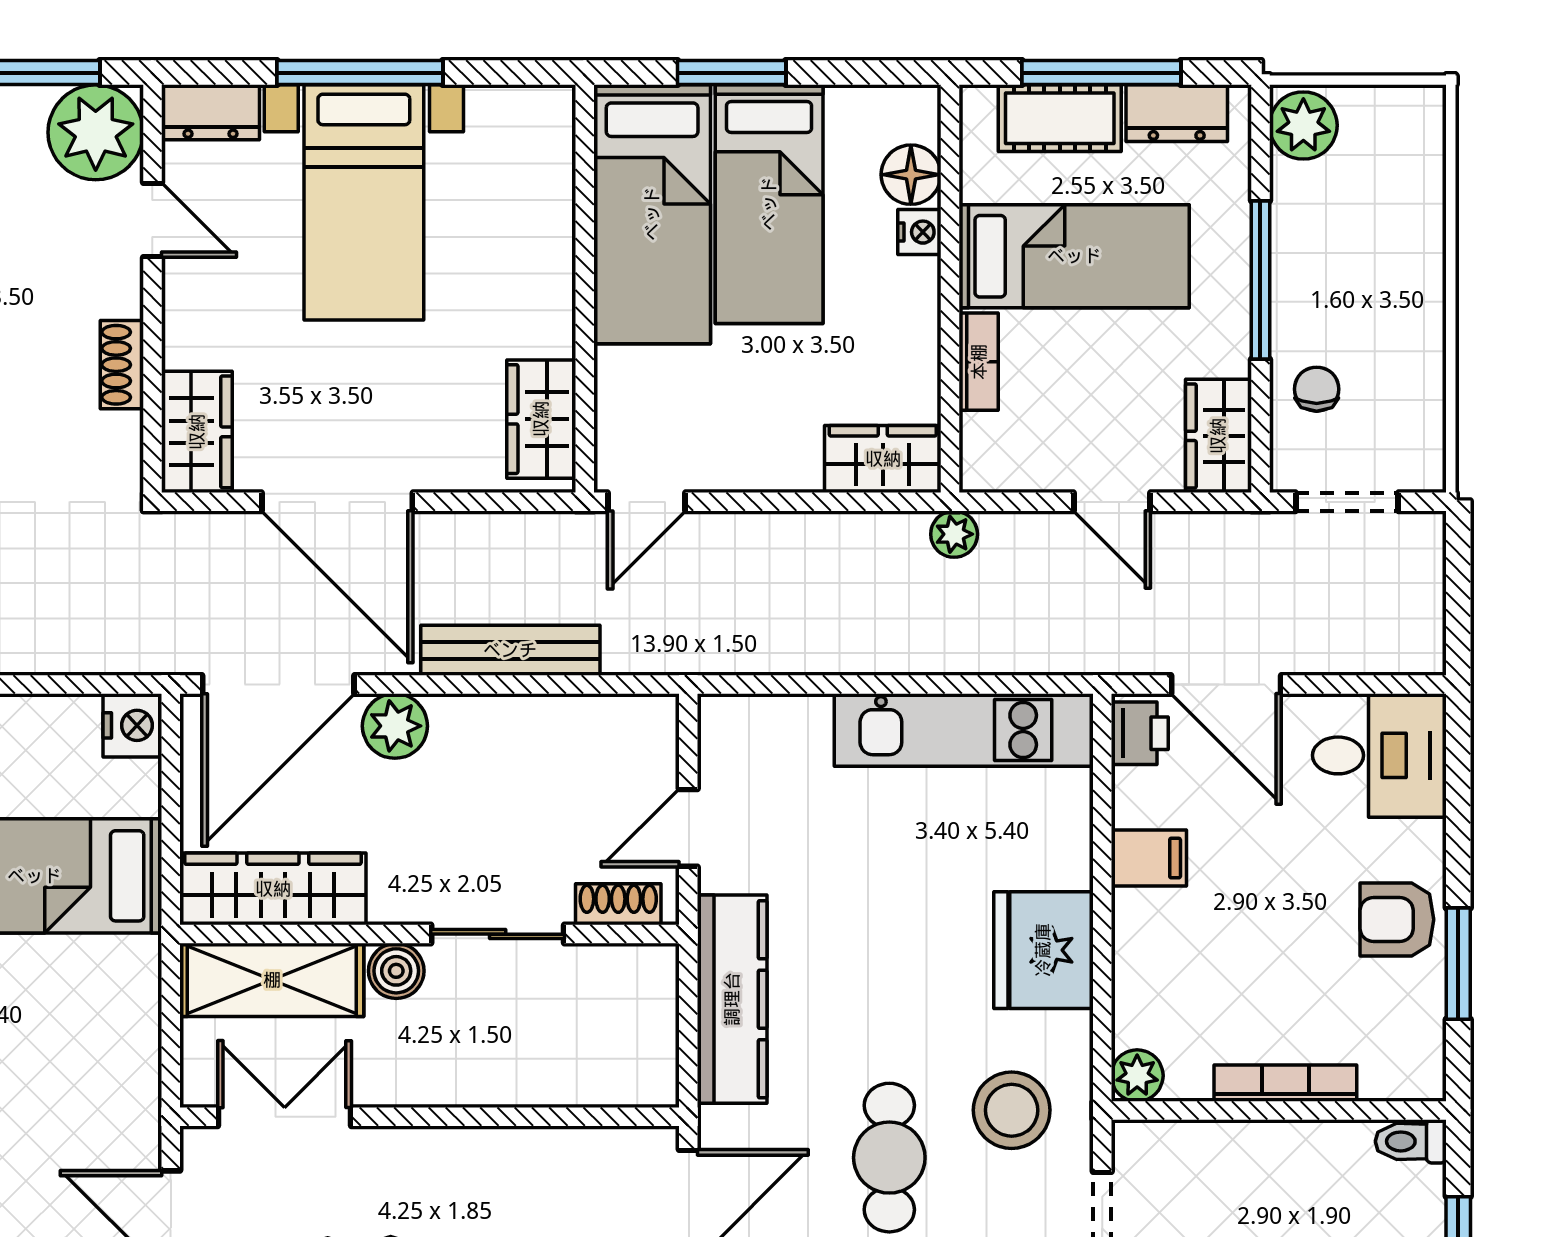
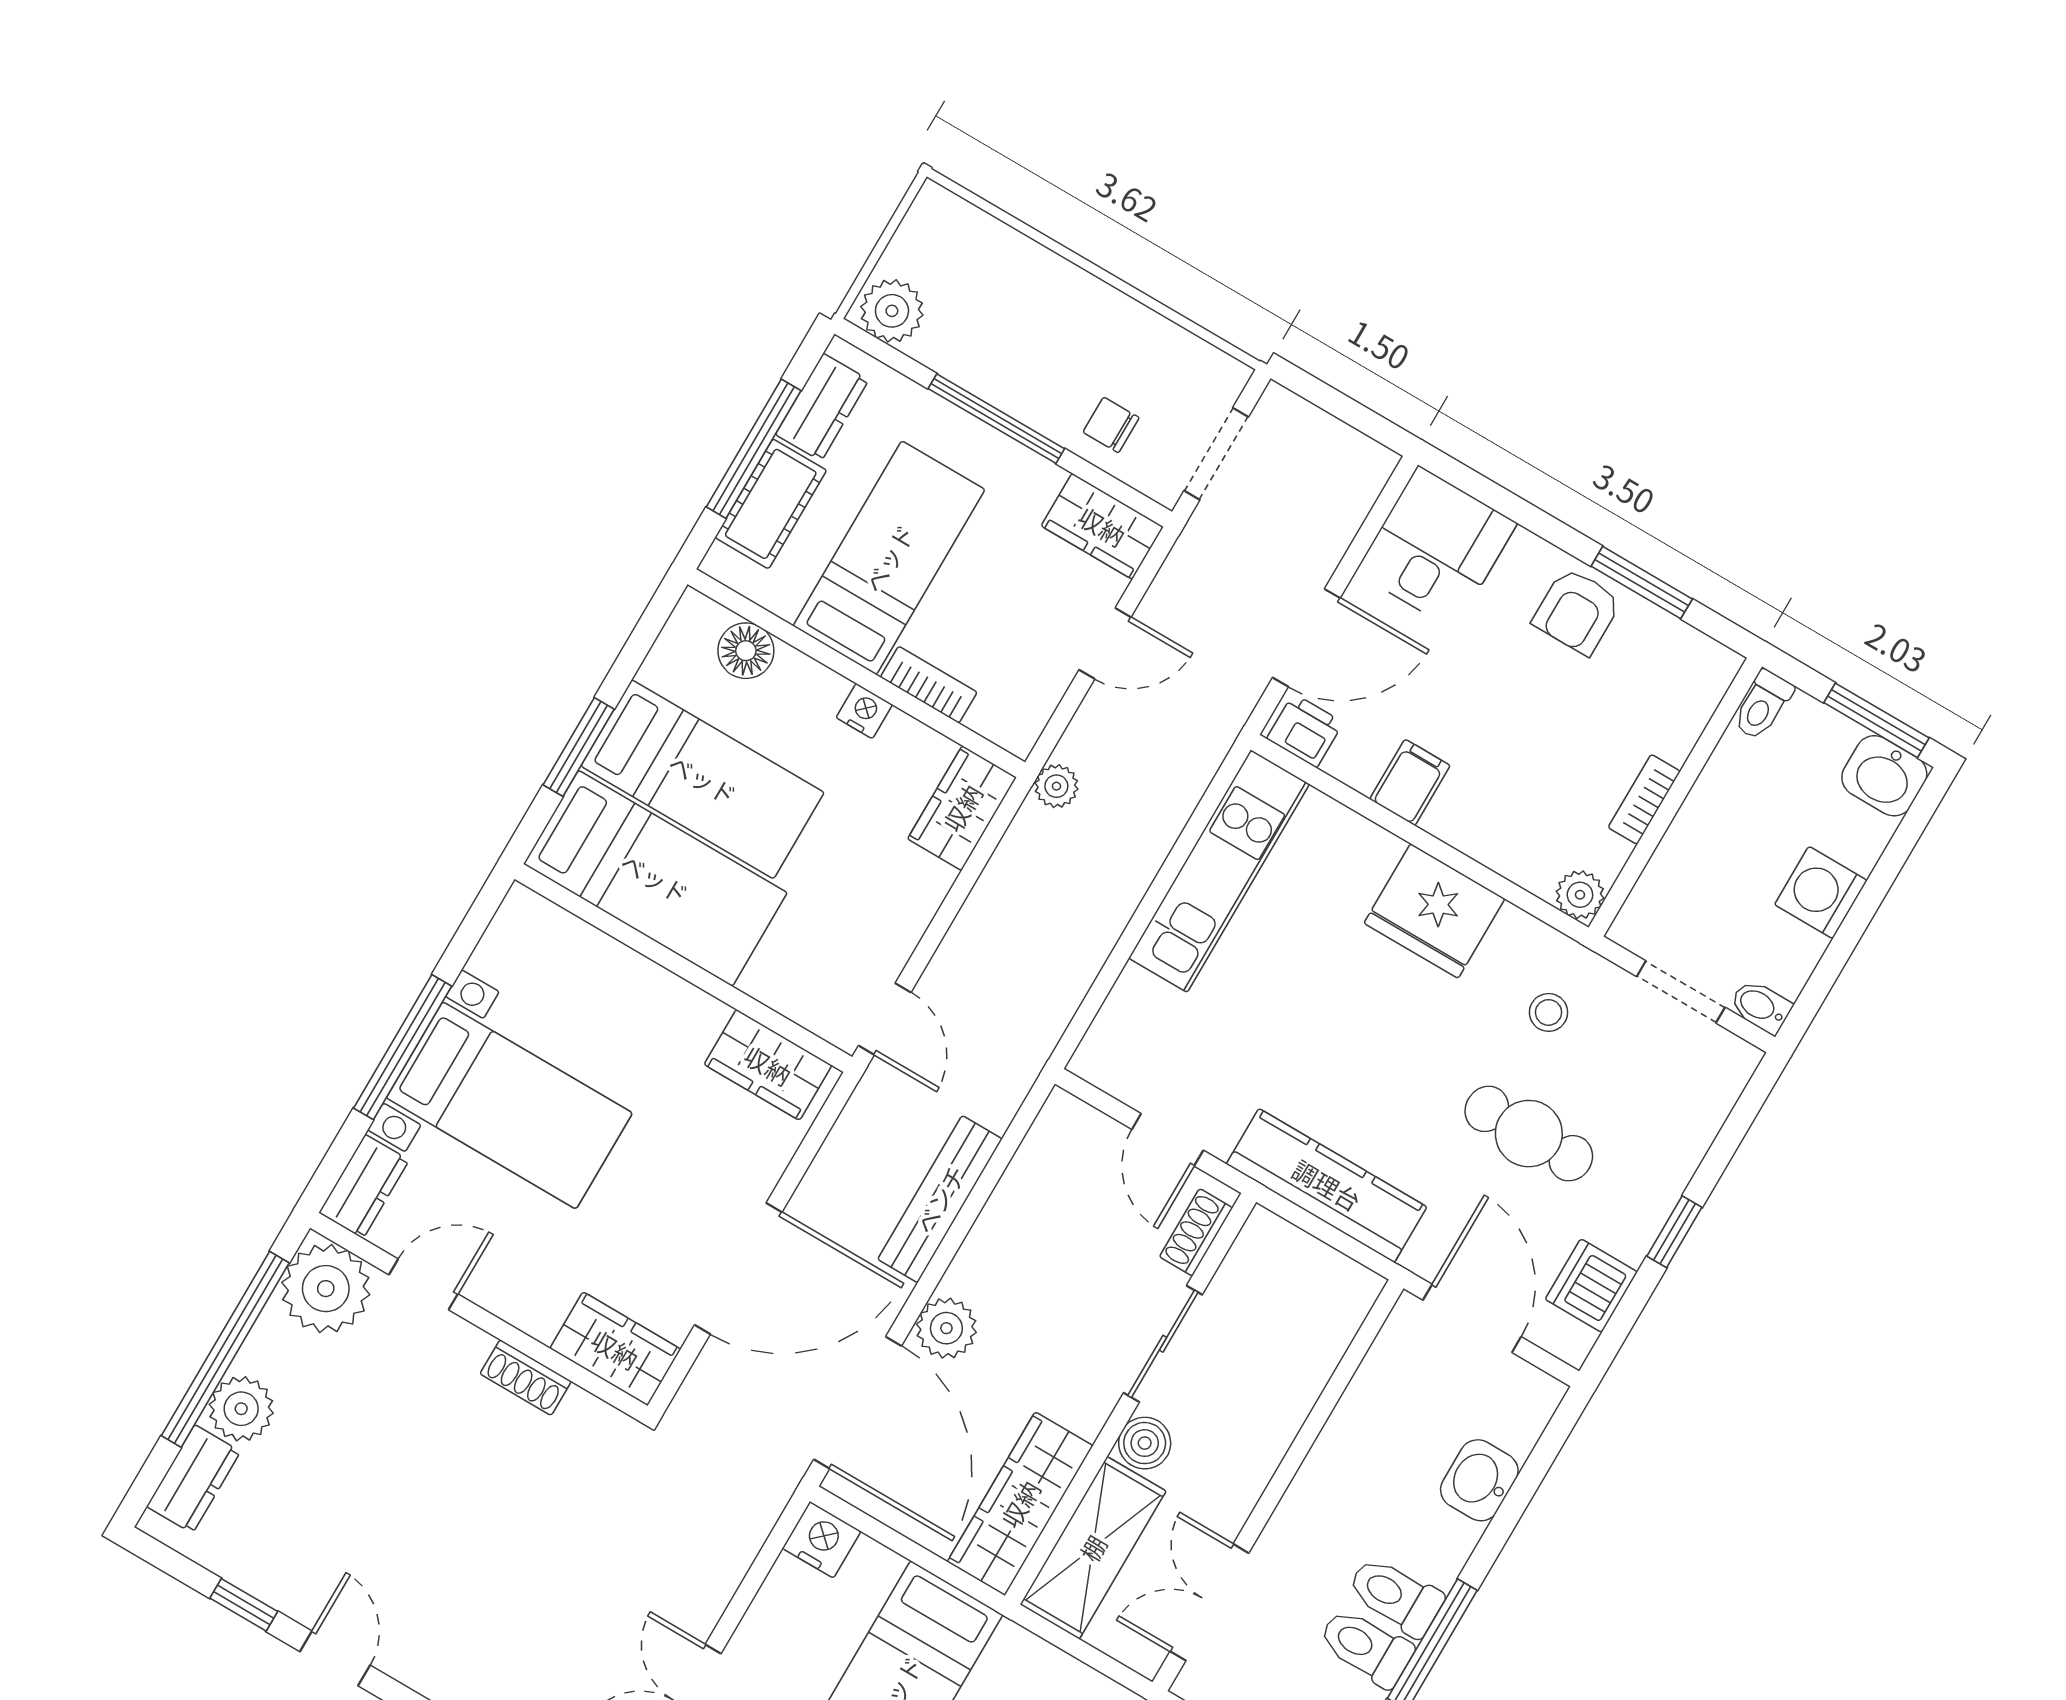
nightstand: (919, 232) -> (864, 711), moved
bookcase: (1285, 1083) -> (1644, 799), width x0.64
stool: (1012, 1110) -> (1549, 1012), width x0.53, depth x0.53

